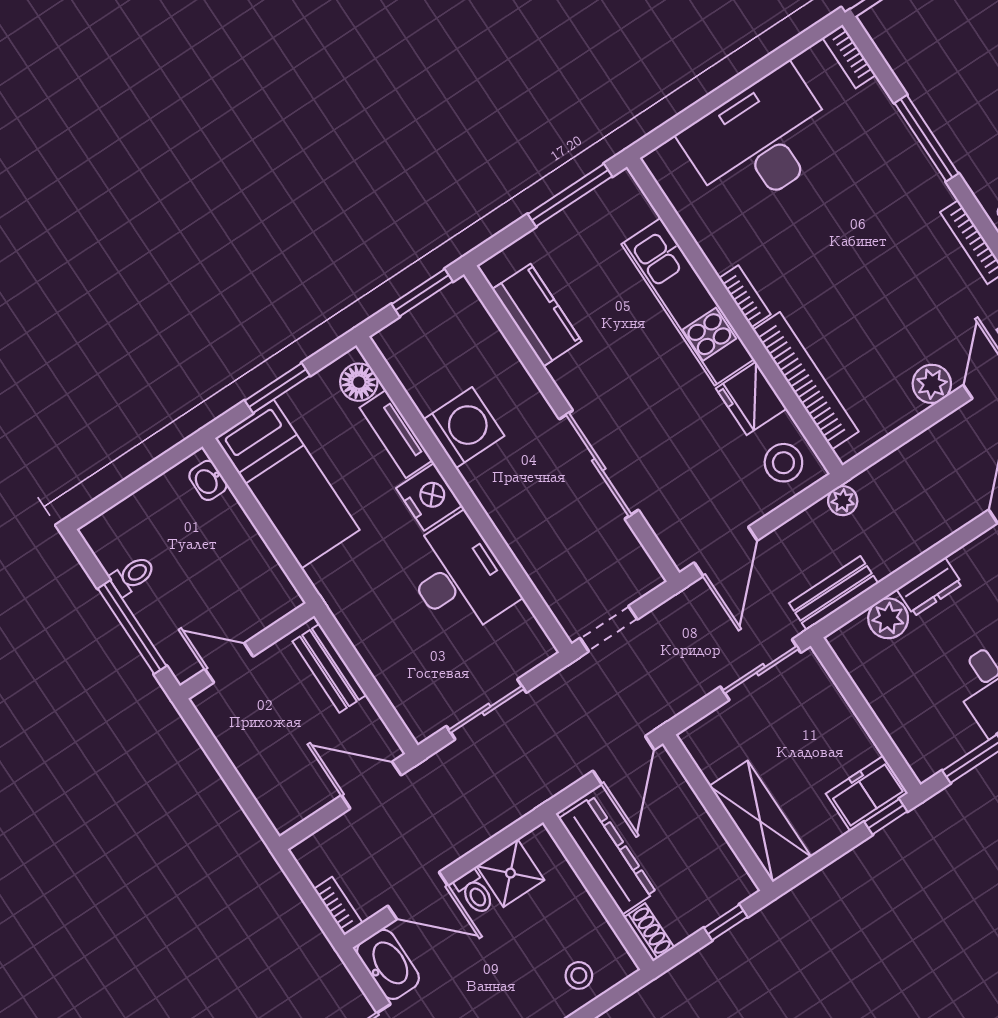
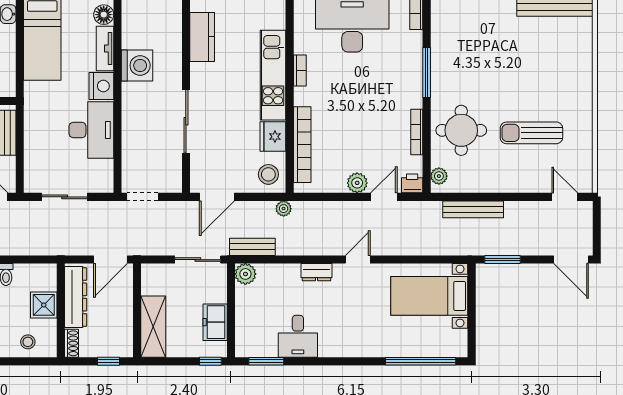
bookcase: (745, 296) -> (300, 71), moved
dresser: (930, 587) -> (317, 272), moved
plant: (888, 618) -> (245, 274), moved
freezer: (867, 793) -> (215, 322), moved, turned -90
shower: (510, 873) -> (44, 305), moved

